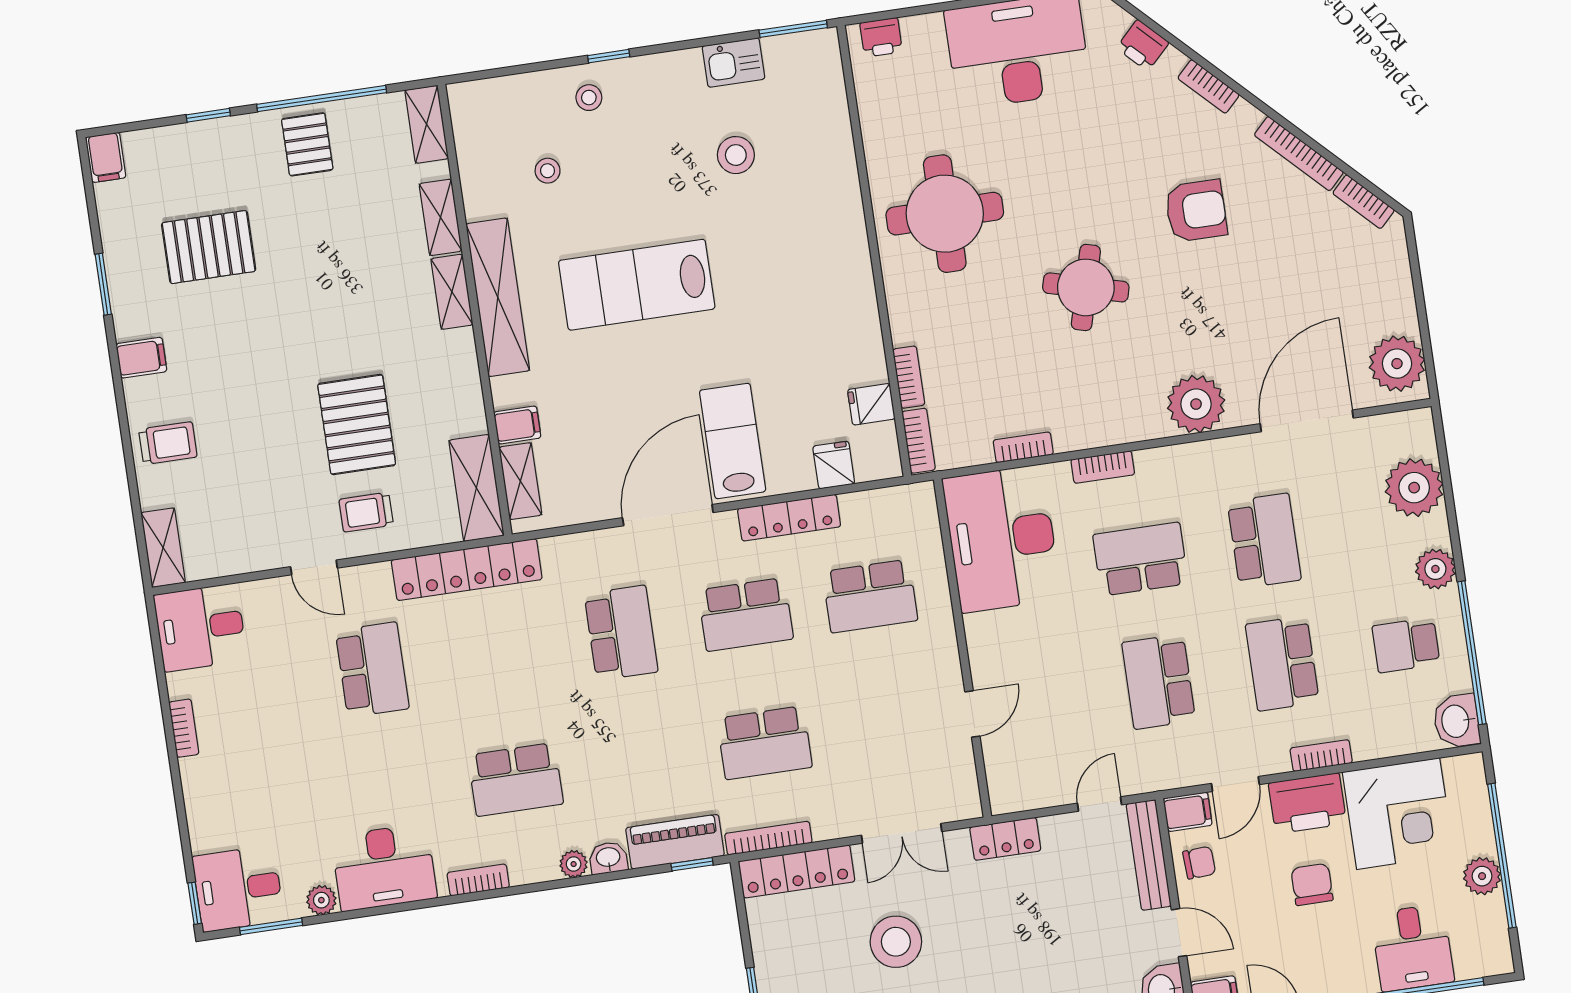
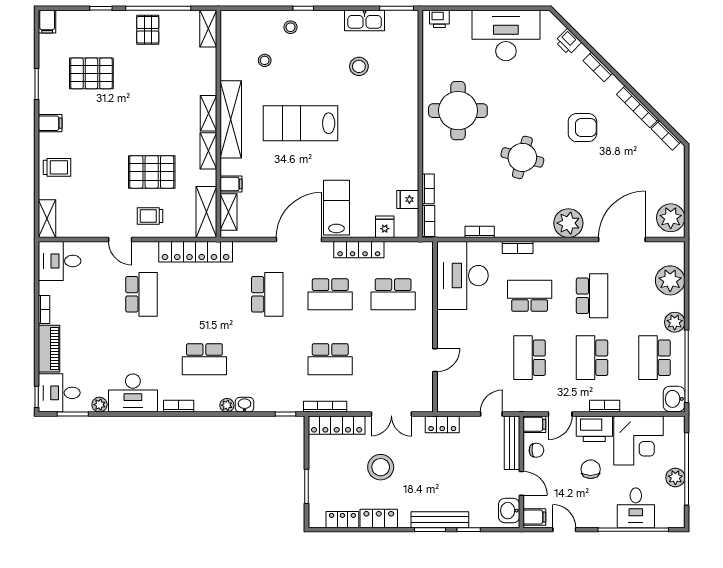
kitchen sink: (734, 63) -> (365, 20), width x1.38
shelving: (441, 217) -> (208, 151), moved
pallet: (357, 425) -> (152, 172), turned 90
school desk: (1406, 645) -> (655, 358), width x1.85
piano: (675, 842) -> (49, 349), moved, turned 90

